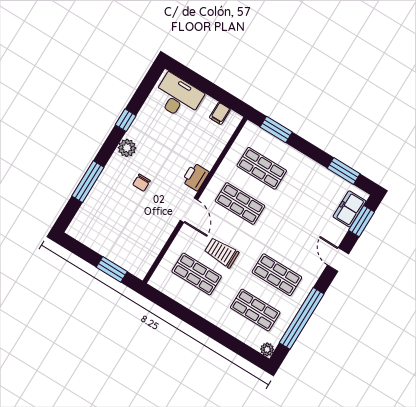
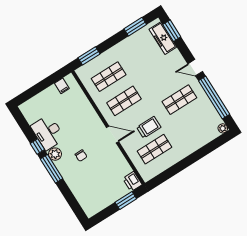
desk: (178, 97) -> (48, 132), moved, turned -90
printer: (195, 177) -> (132, 182), moved
window: (88, 182) -> (52, 169), moved
freezer: (350, 209) -> (163, 38), width x1.40
trolley: (222, 253) -> (149, 127), turned 180
door: (338, 259) -> (195, 68), moved
shop shelf: (255, 310) -> (195, 124), removed

